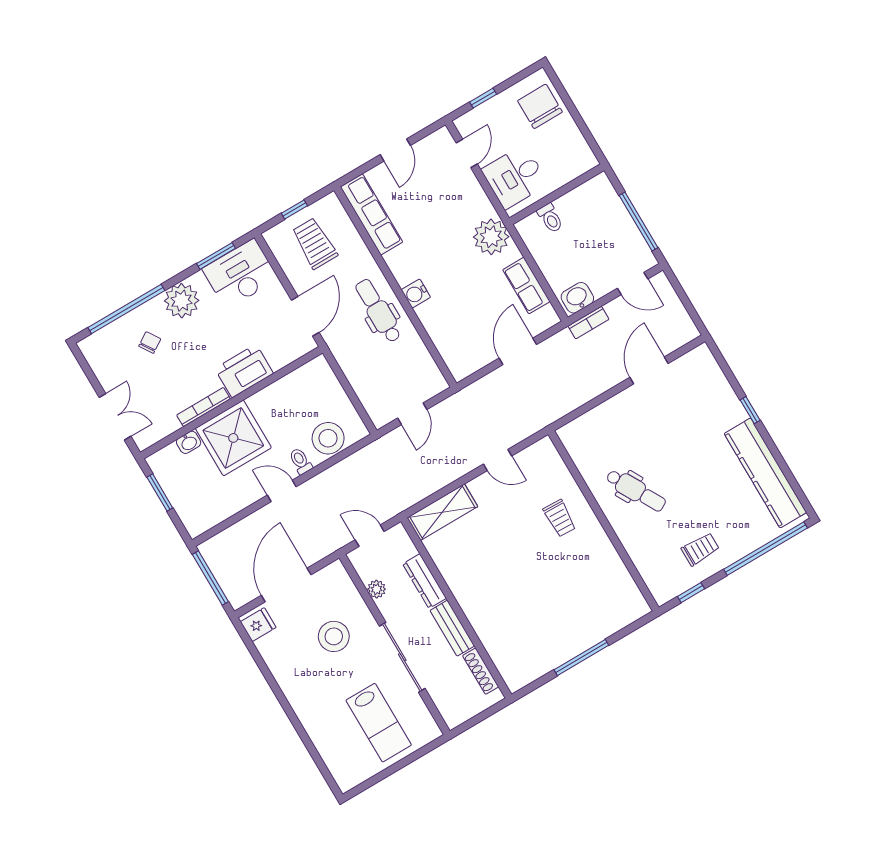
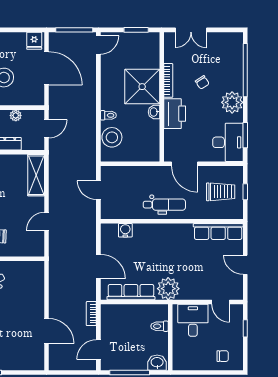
chair: (540, 106) -> (223, 356), width x0.54, depth x0.54
row of seats: (526, 286) -> (131, 292), width x1.48
water cooler: (416, 294) -> (125, 230), moved
washbasin: (577, 298) -> (157, 363), moved, turned -90
chair: (150, 342) -> (202, 82), moved
washbasin: (189, 442) -> (154, 112), moved
door: (282, 491) -> (98, 45), moved

